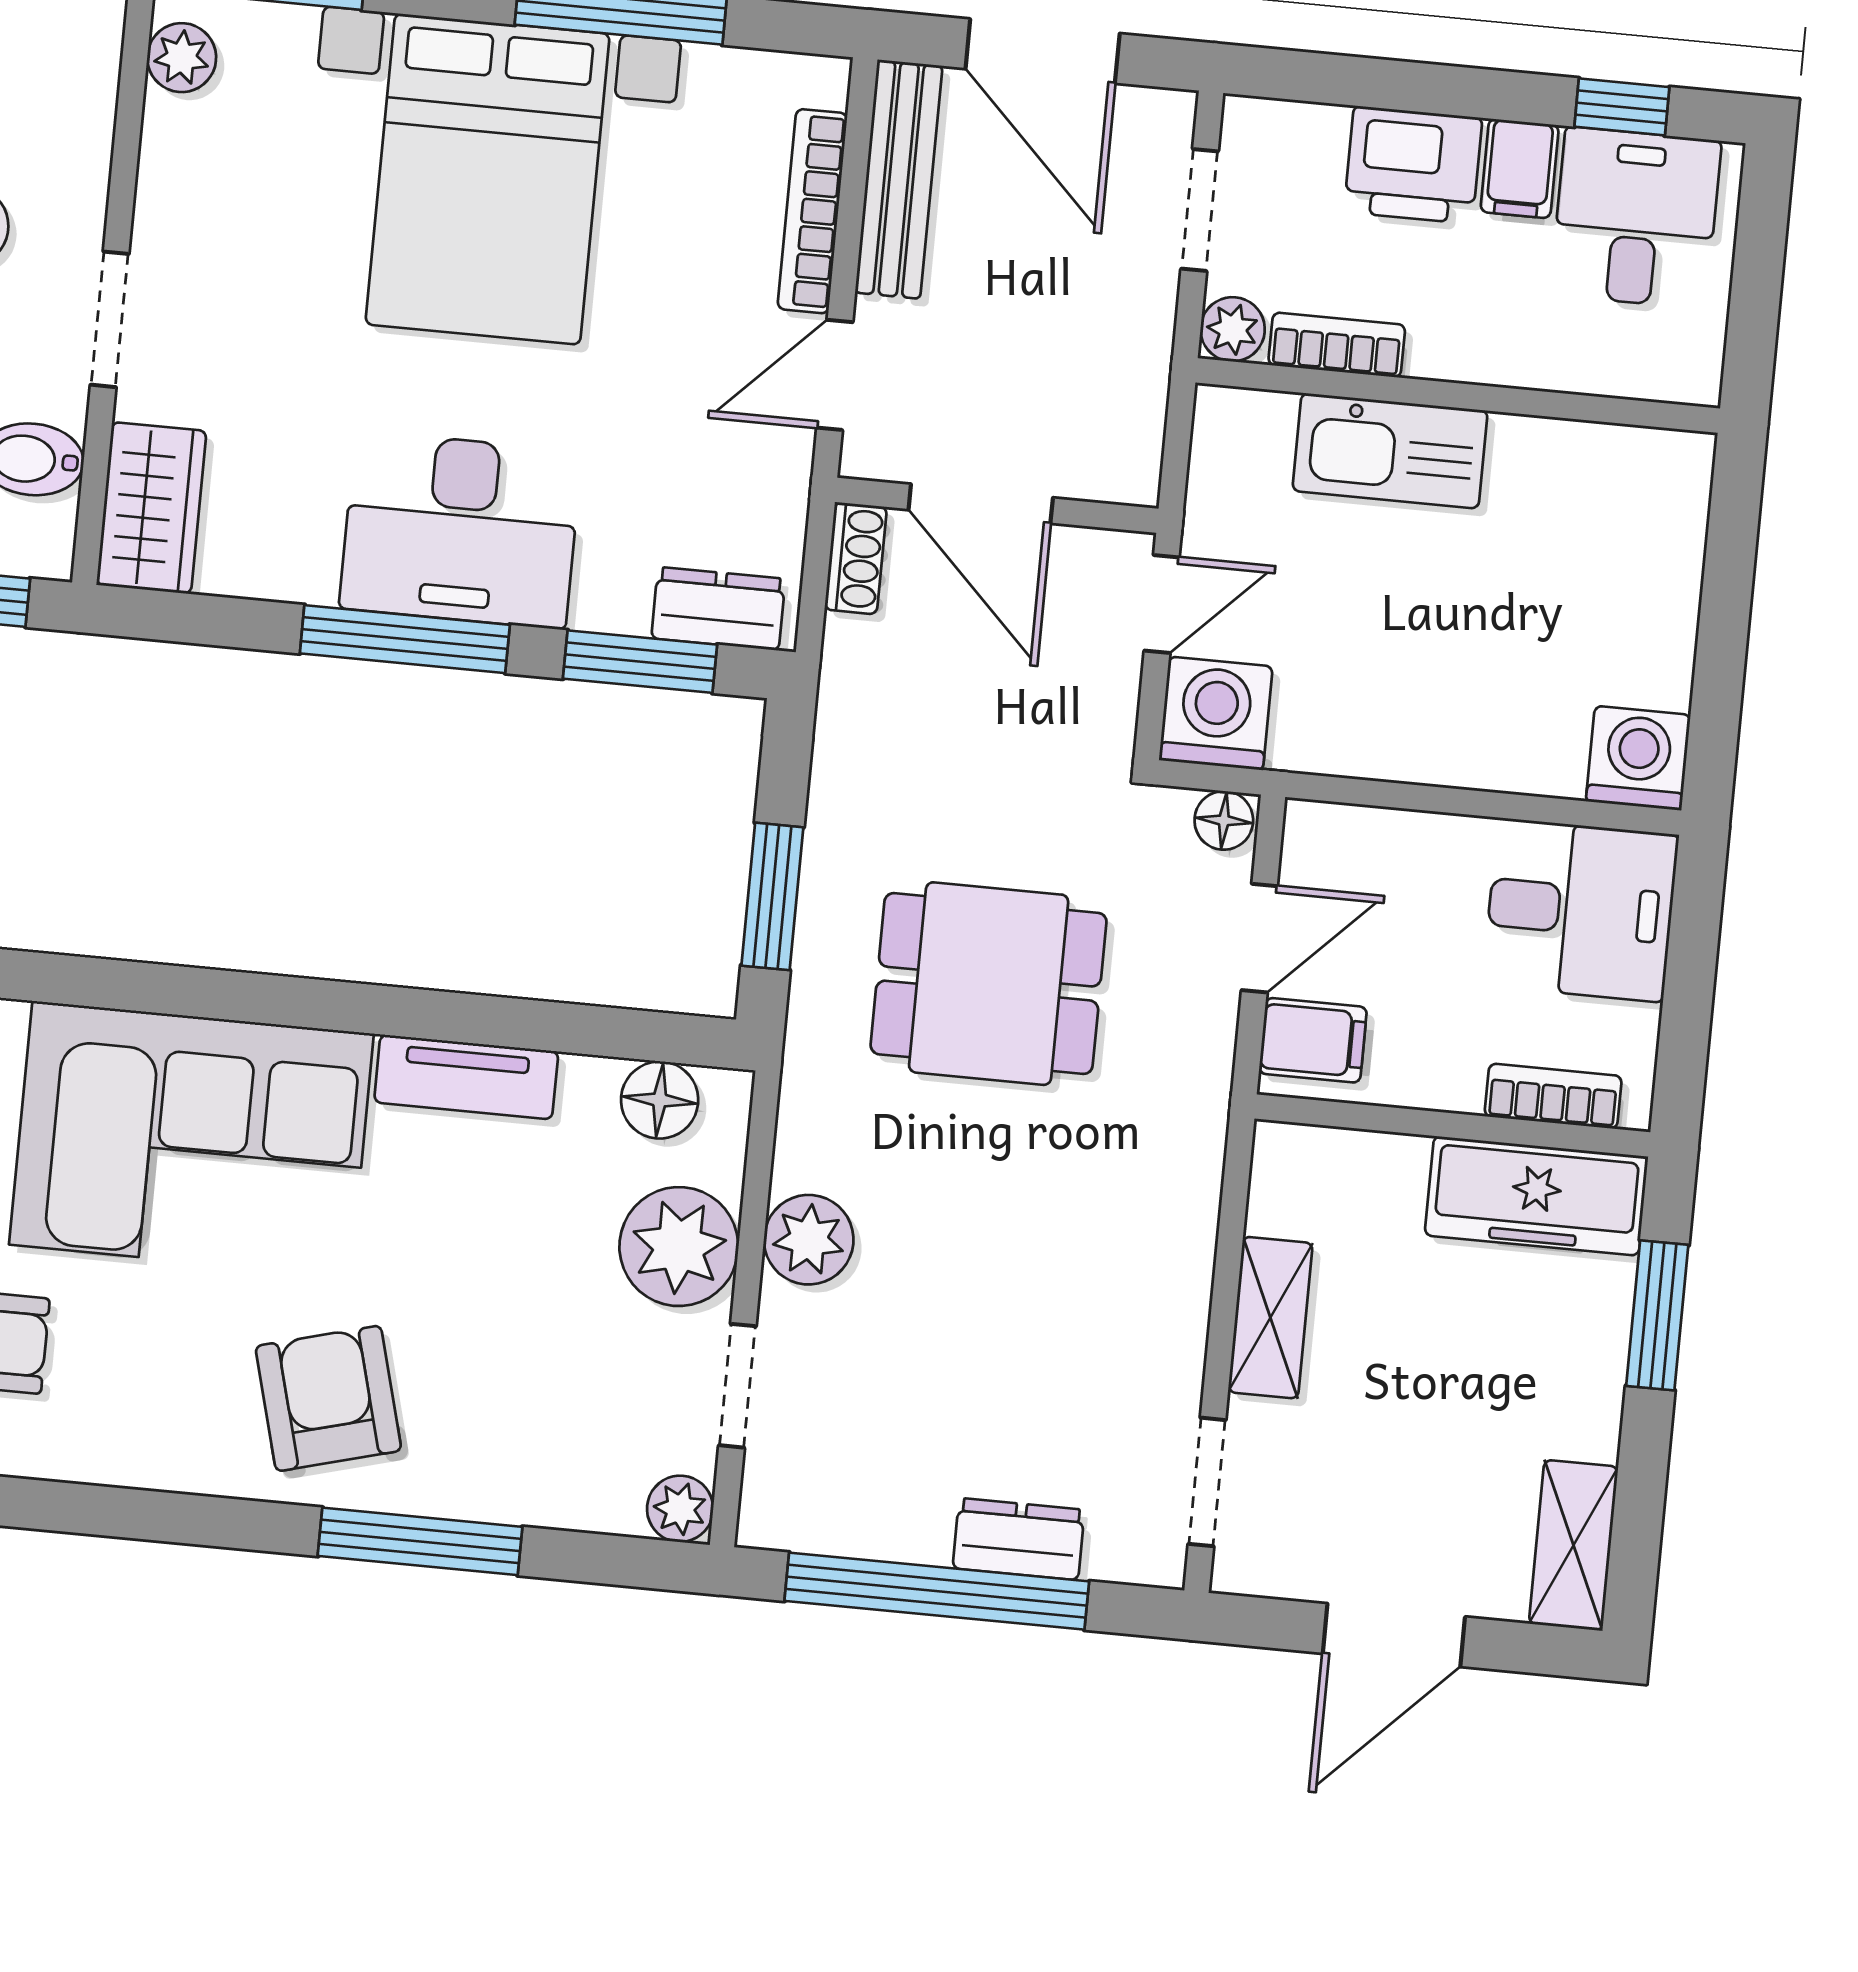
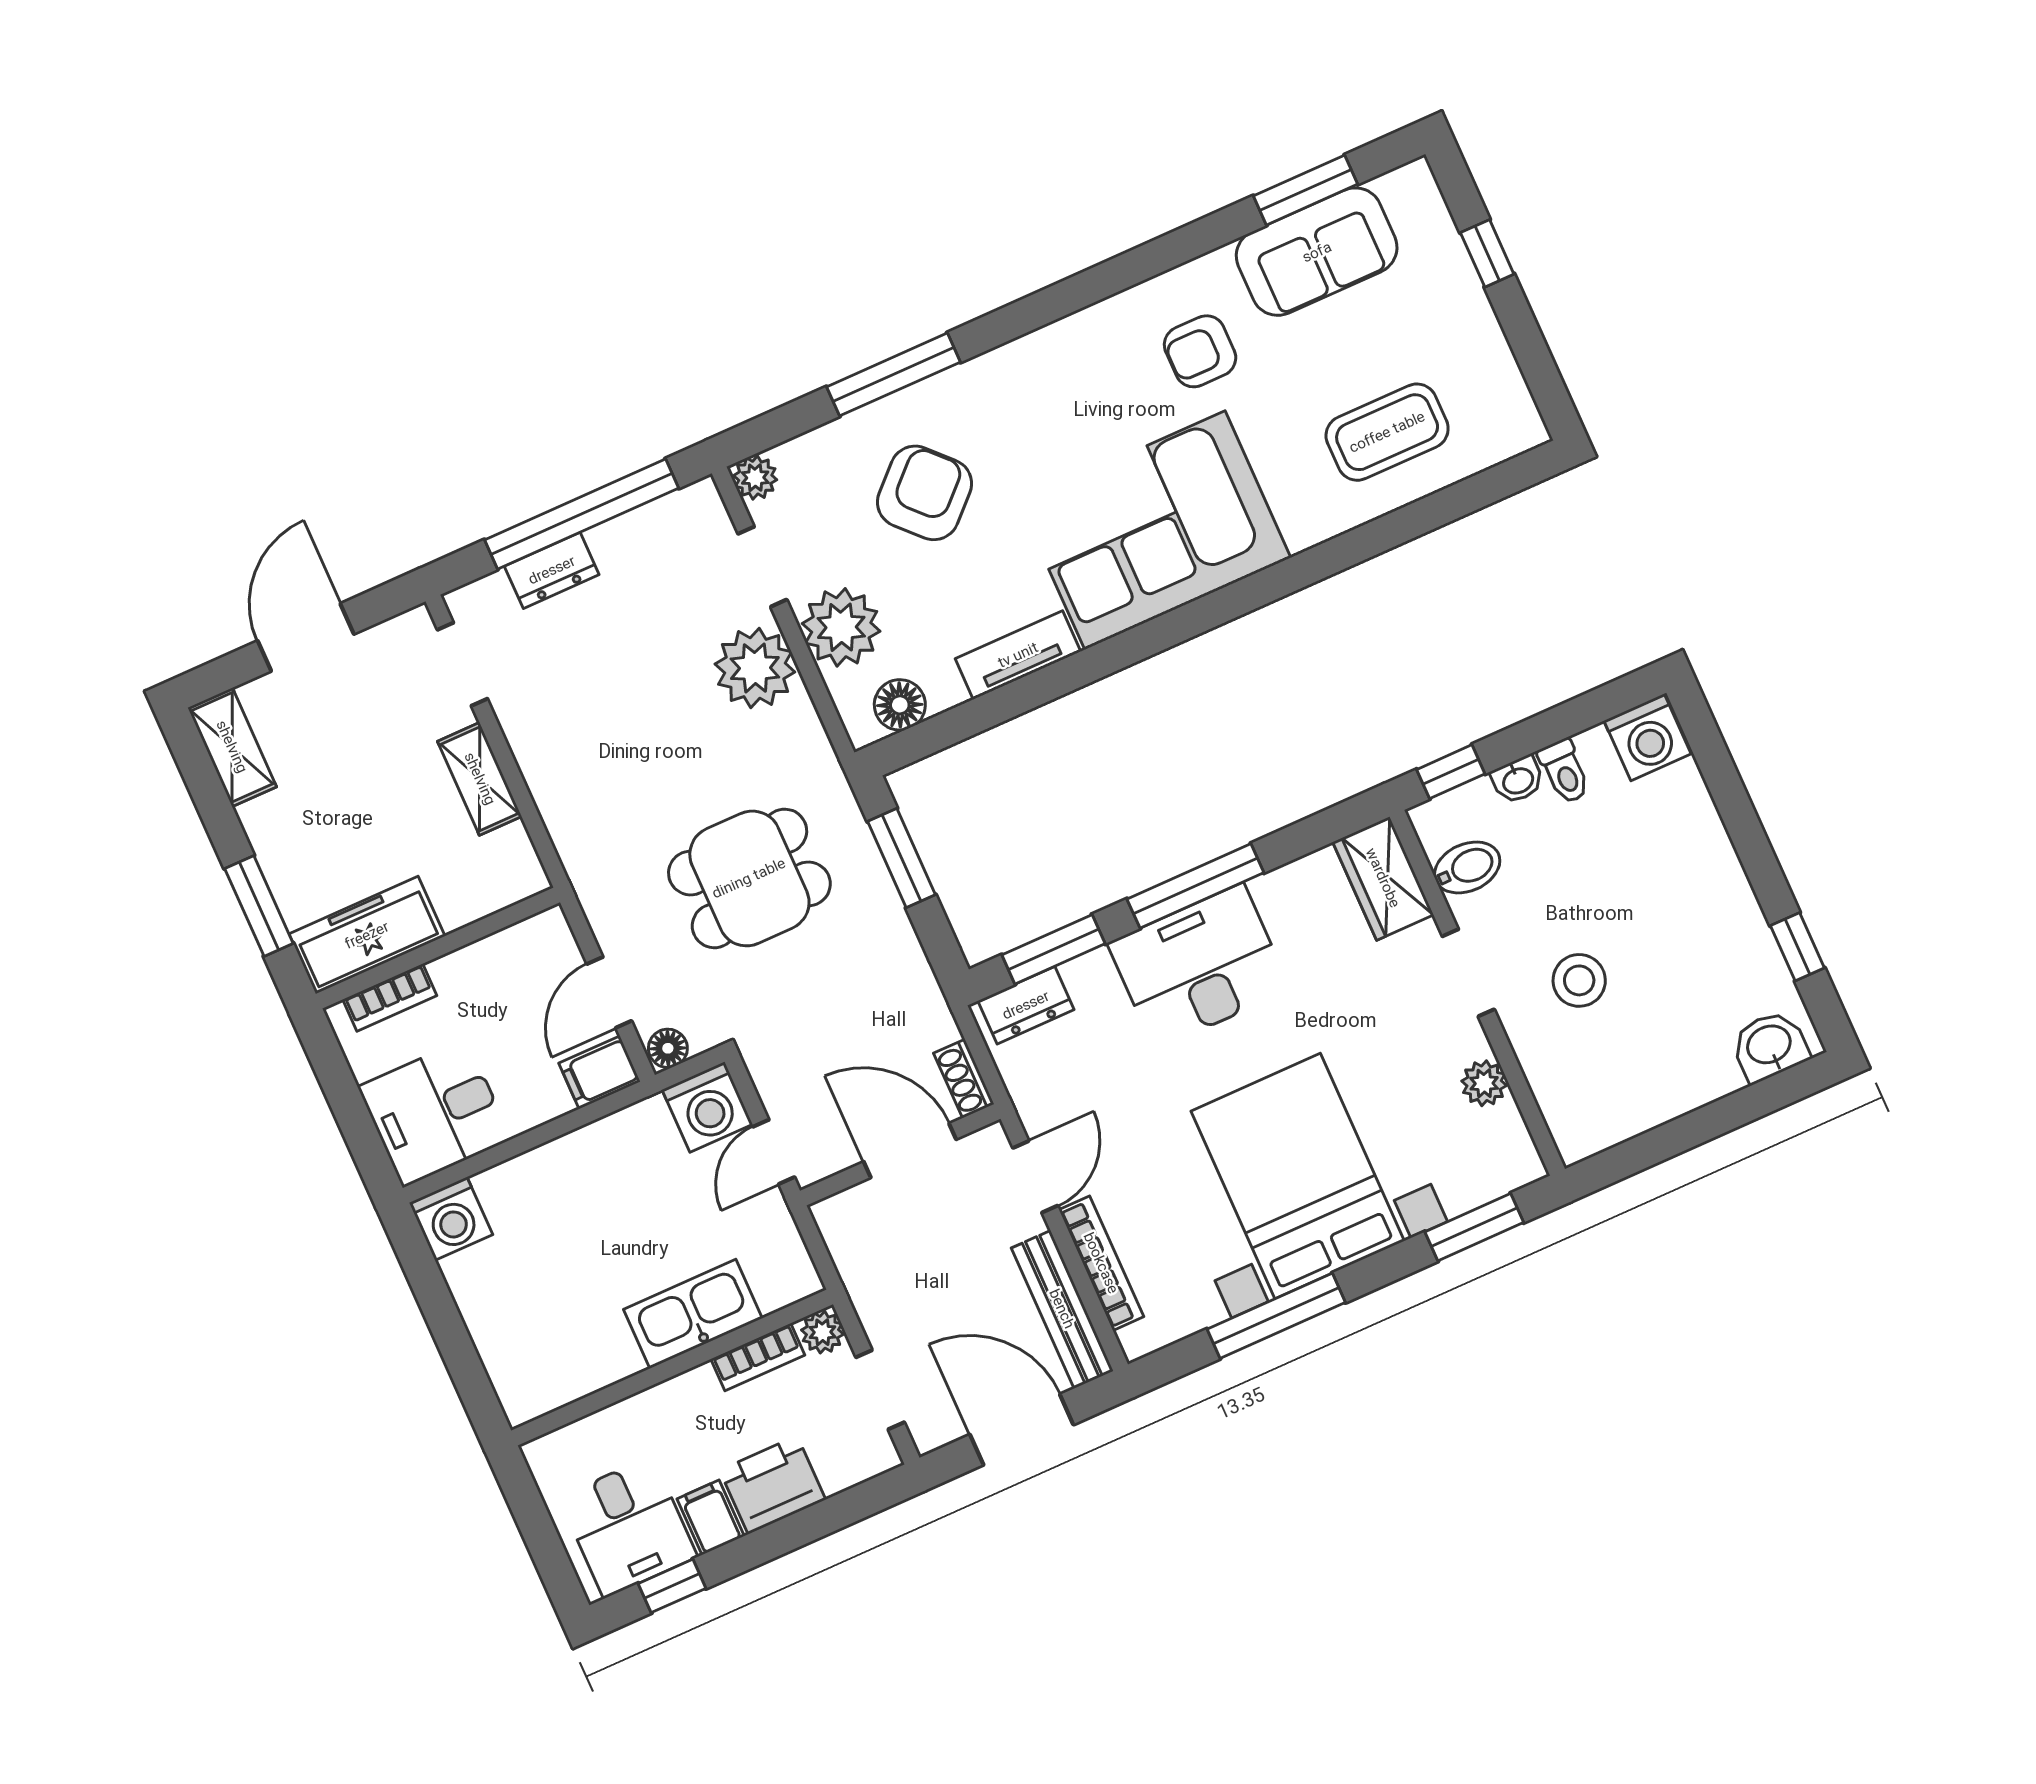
plant: (182, 58) -> (1484, 1083), moved
filing cabinet: (1313, 1040) -> (600, 1072), moved
plant: (809, 1240) -> (755, 668), width x1.36, depth x1.36
armchair: (328, 1398) -> (925, 493), moved, turned -119

